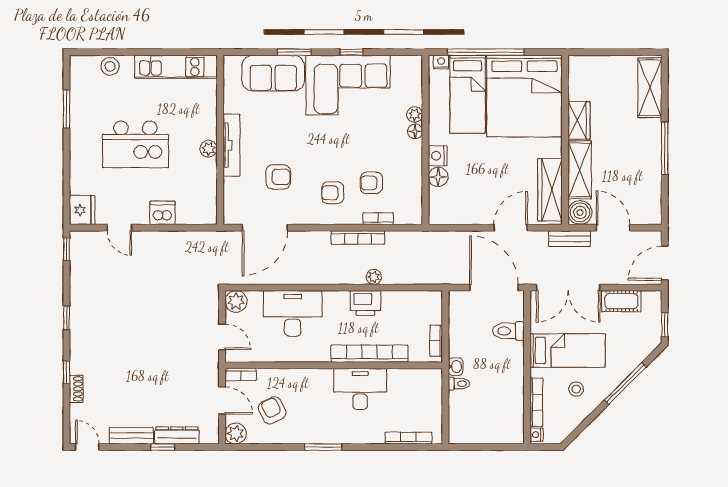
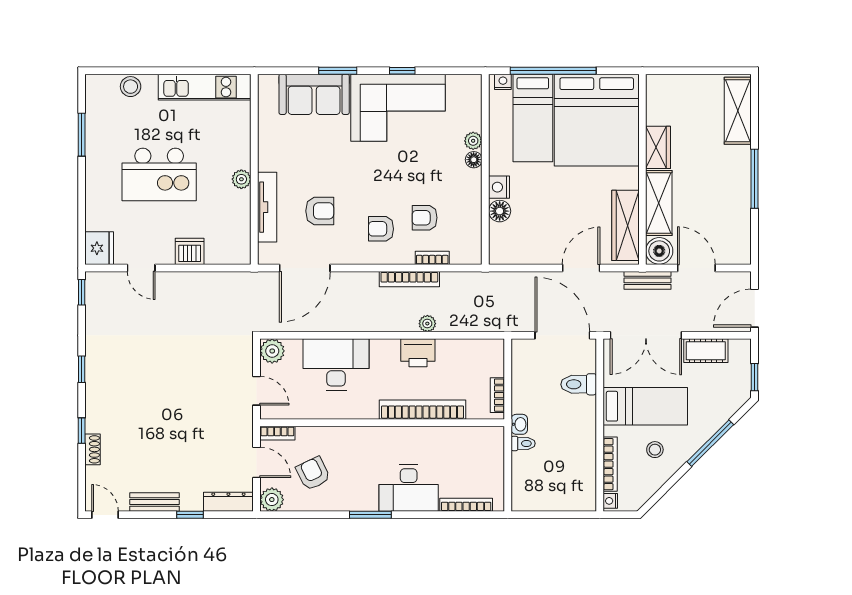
tv unit: (231, 145) -> (267, 207), moved
desk: (360, 389) -> (409, 488), moved, turned 180
dresser: (177, 435) -> (228, 502), moved

